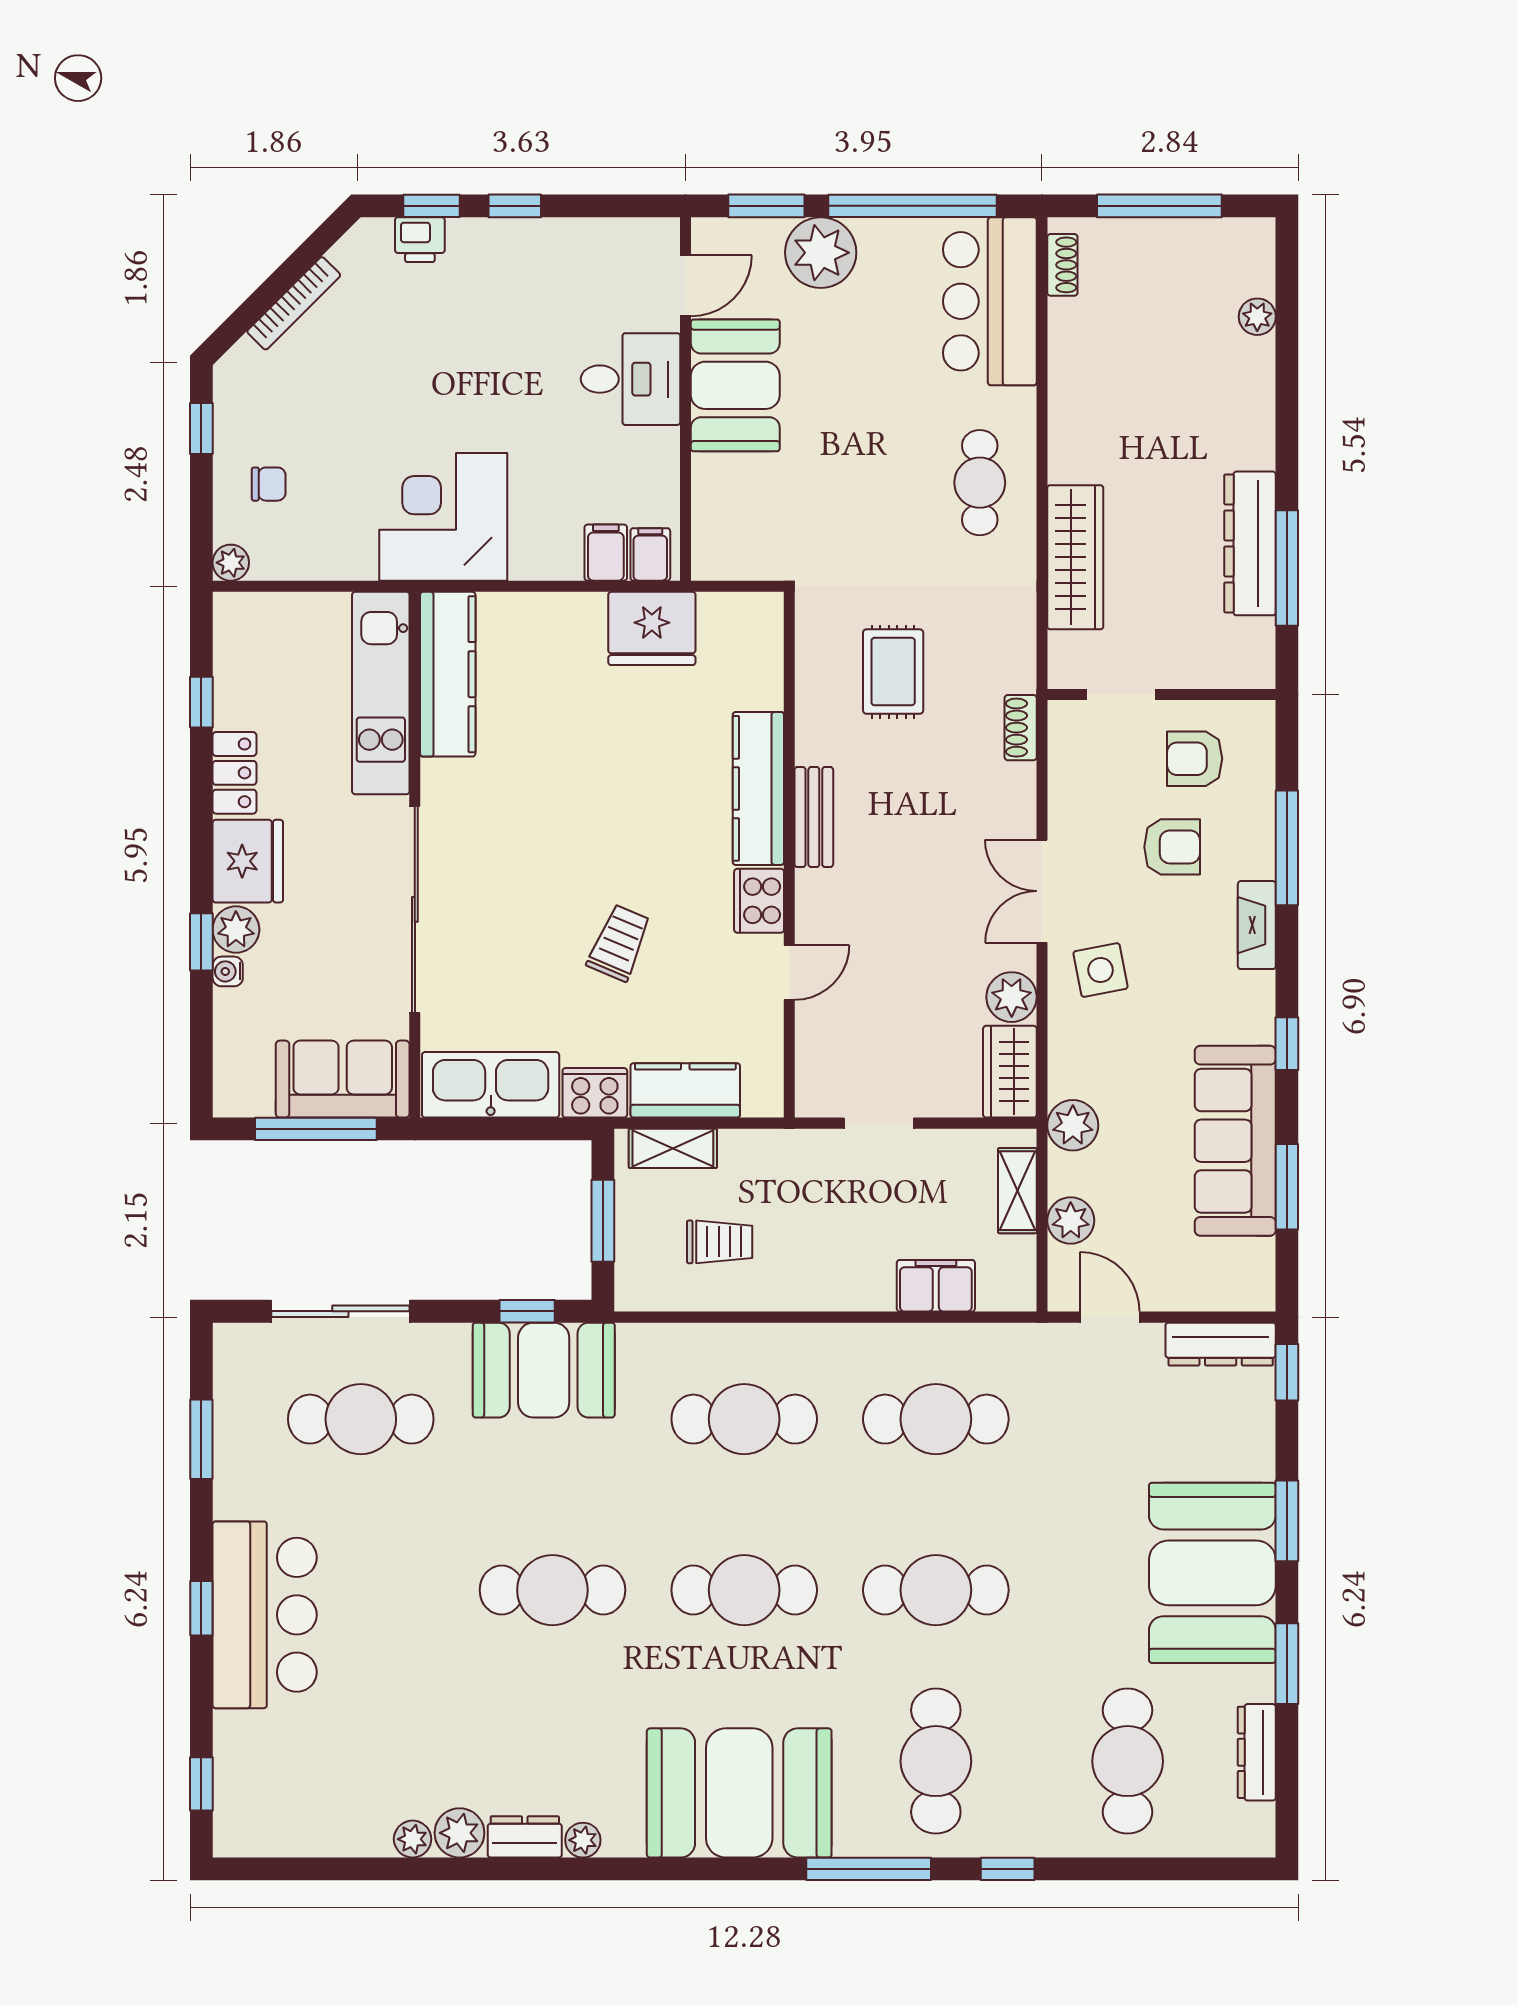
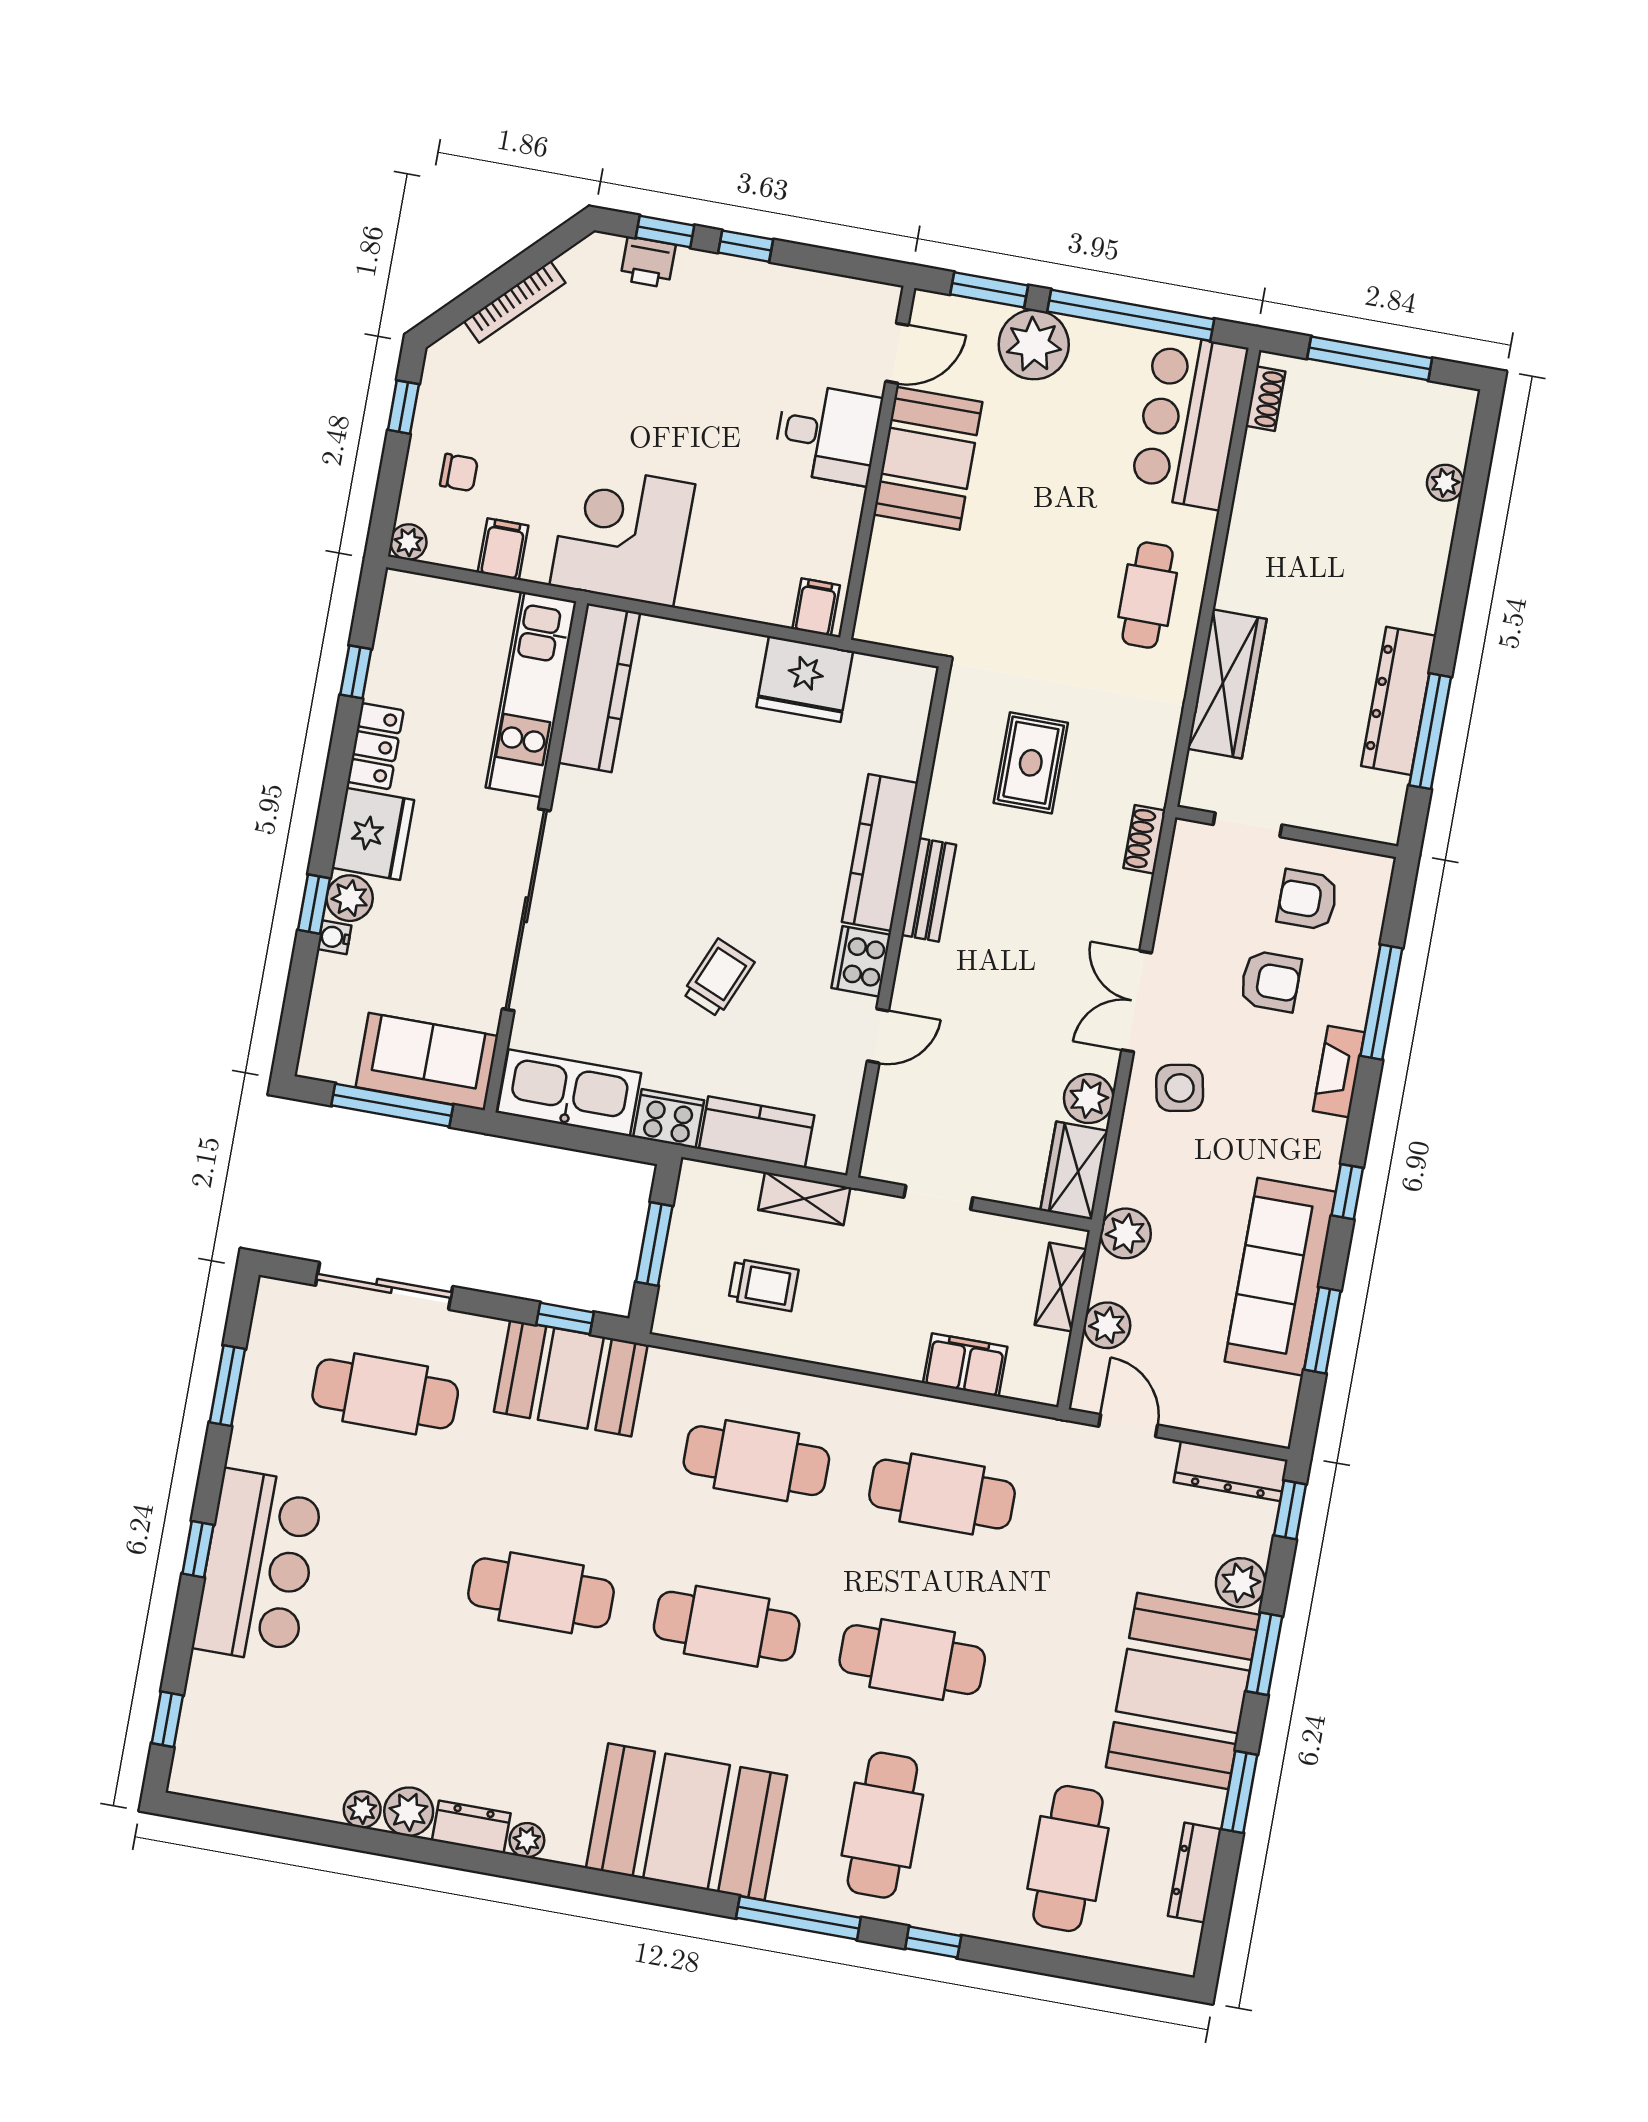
filing cabinet: (606, 553) -> (503, 549), moved
shelving: (673, 1148) -> (804, 1199), moved
plant: (1251, 1454) -> (1241, 1583), added

